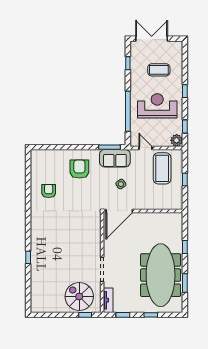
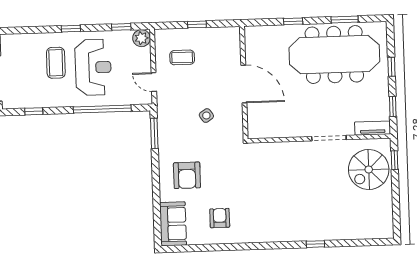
coffee table: (159, 70) -> (56, 63), moved
reception desk: (157, 106) -> (93, 67), turned 180
door: (146, 148) -> (154, 82), hinge flipped
sofa: (115, 158) -> (173, 224), moved
coffee table: (162, 168) -> (182, 57), width x0.54, depth x0.58
armchair: (79, 169) -> (187, 175), turned -90
armchair: (49, 191) -> (220, 218), turned 90
door: (119, 211) -> (244, 84), moved

